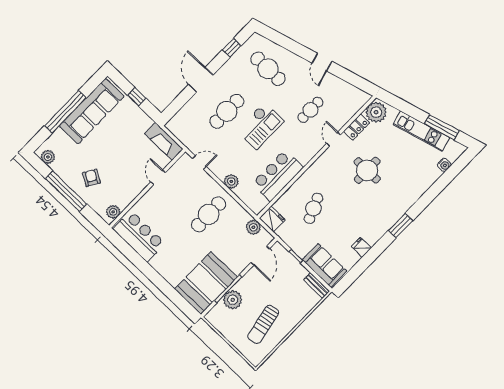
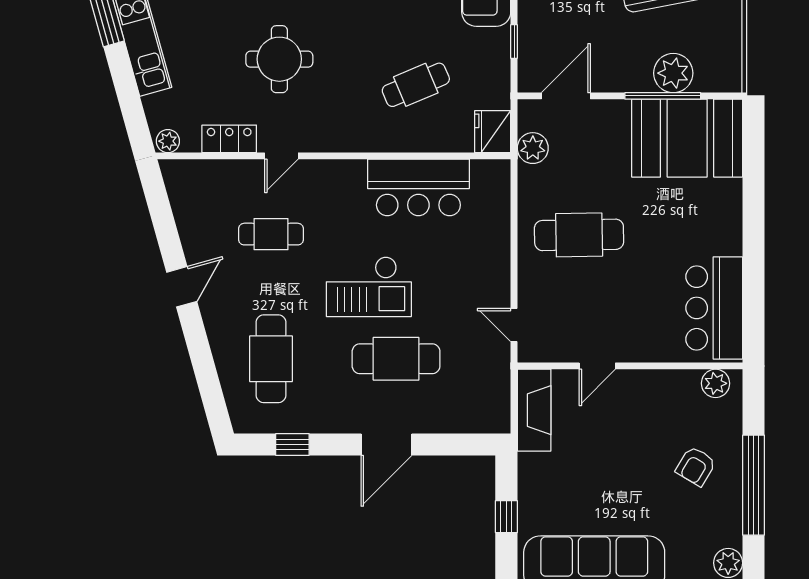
plant: (376, 112) -> (168, 141), width x0.53, depth x0.53
checkout: (260, 126) -> (369, 287), turned 180
plant: (231, 181) -> (496, 249), removed

